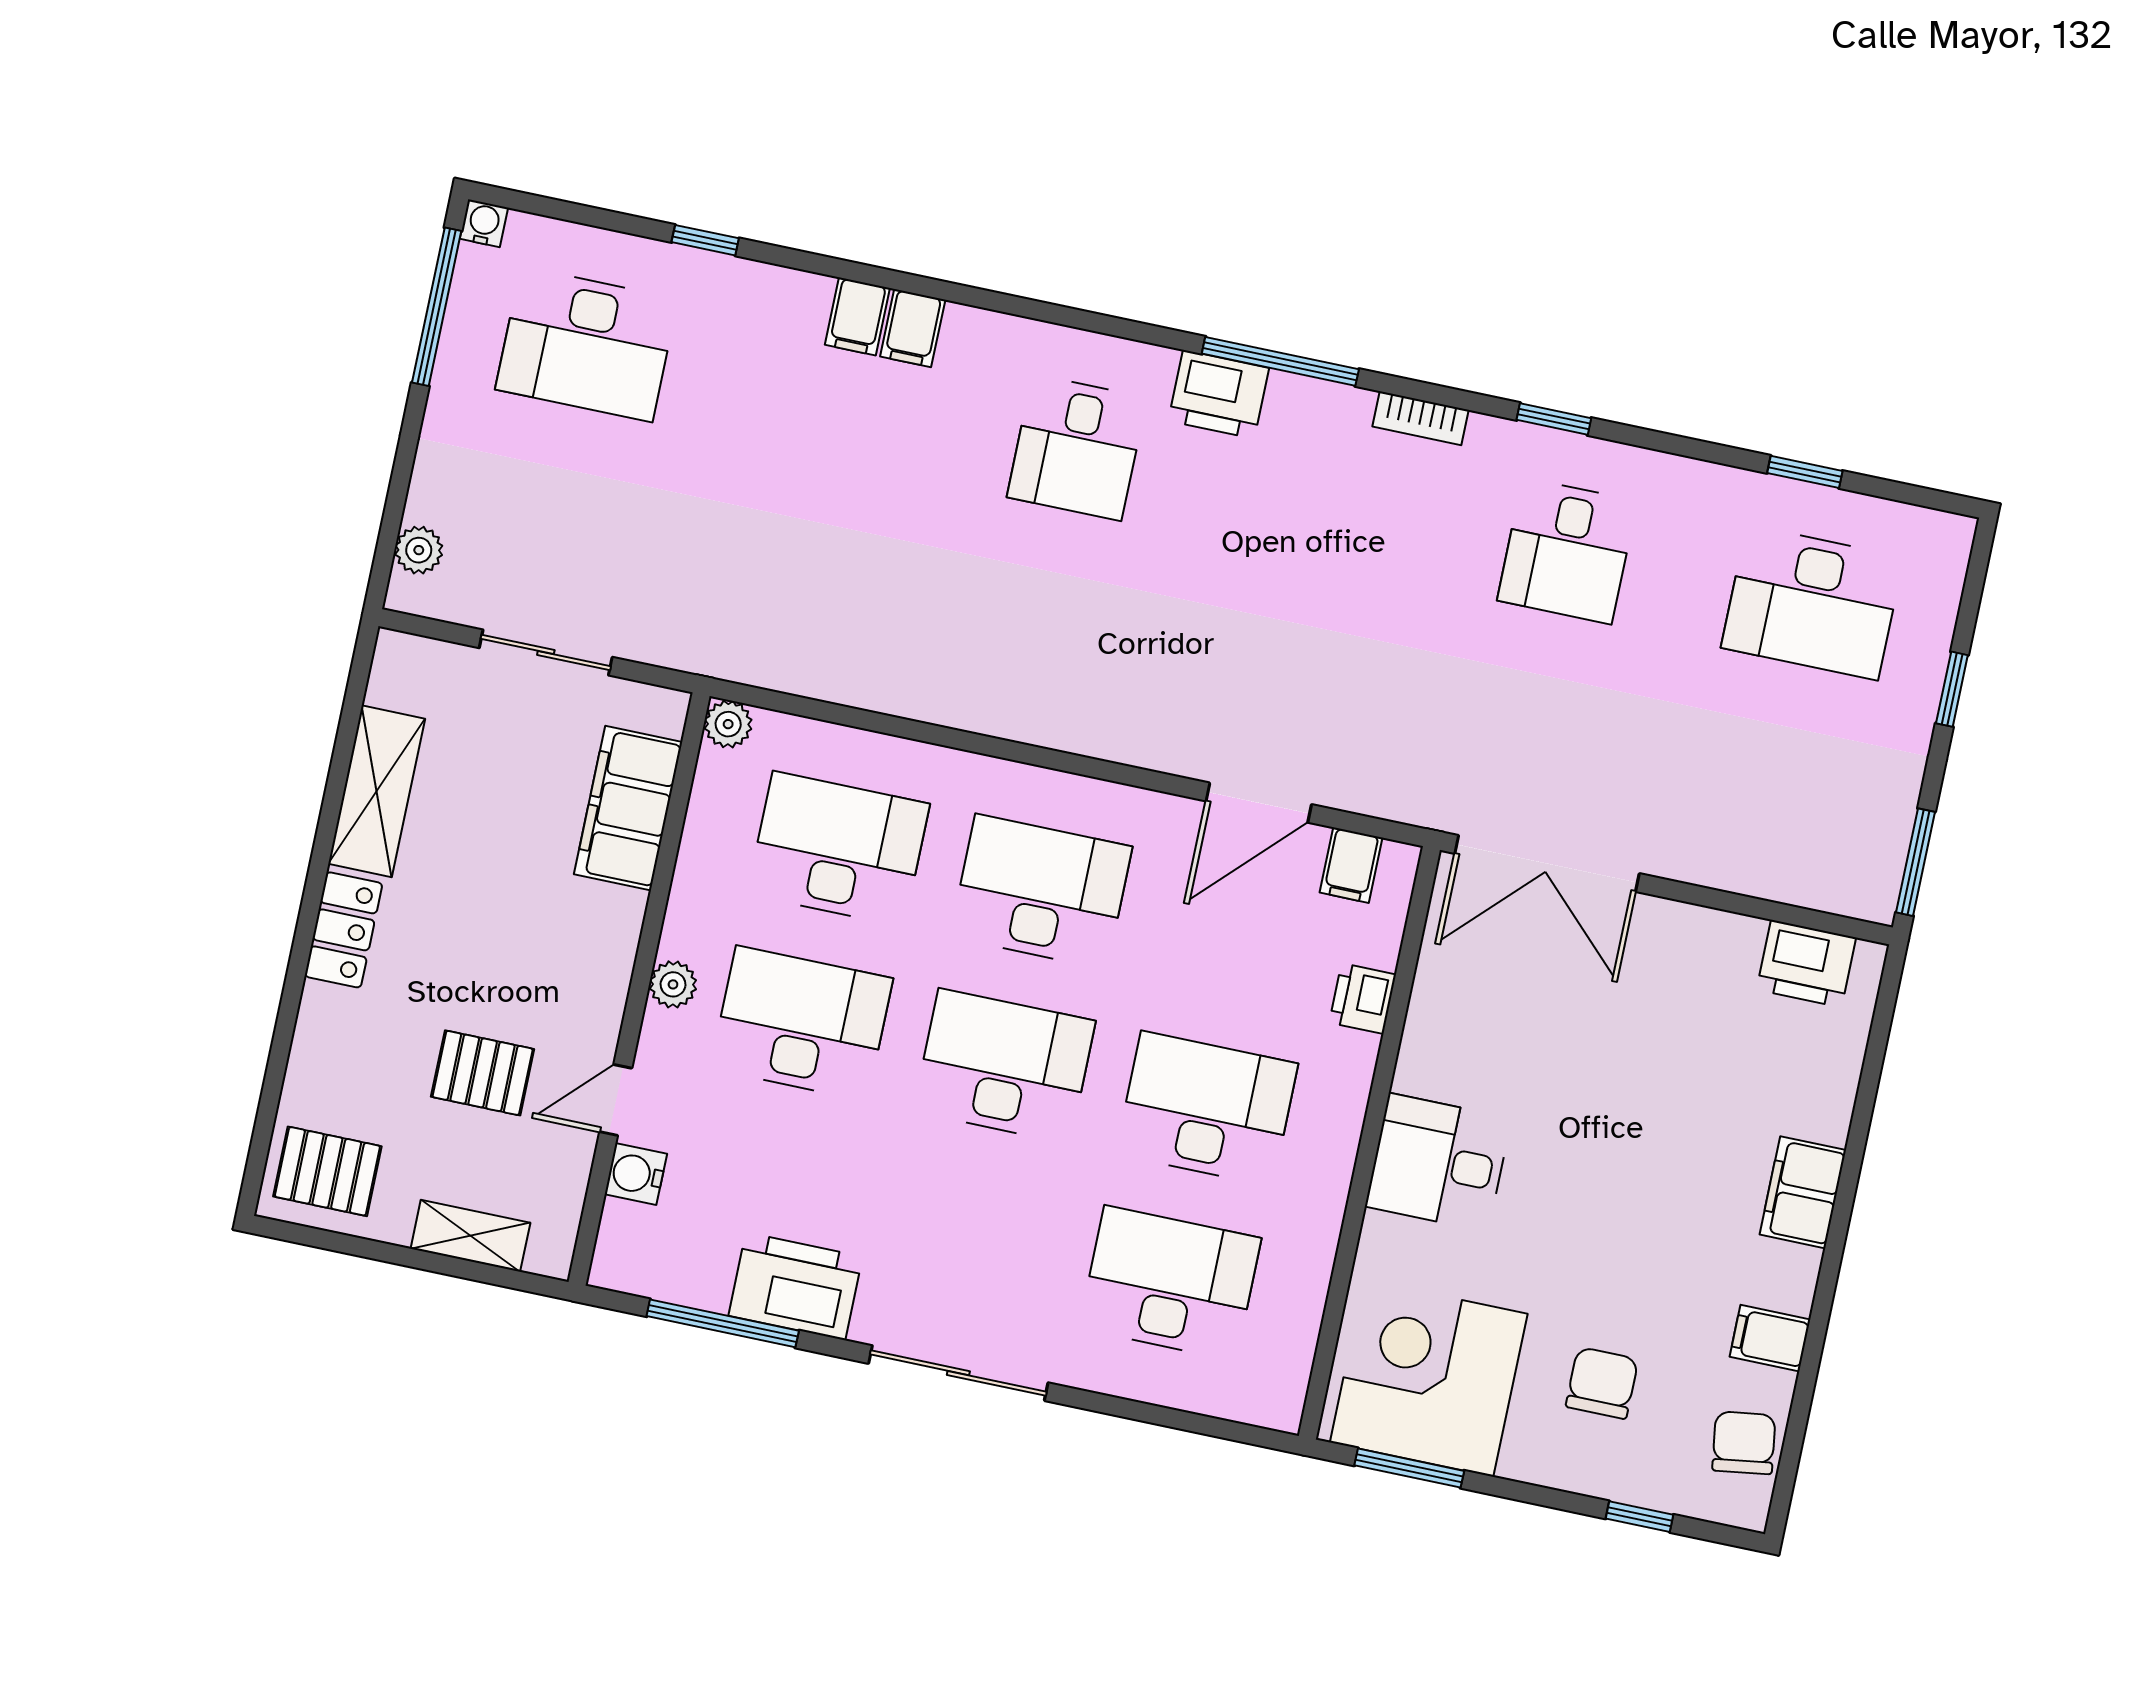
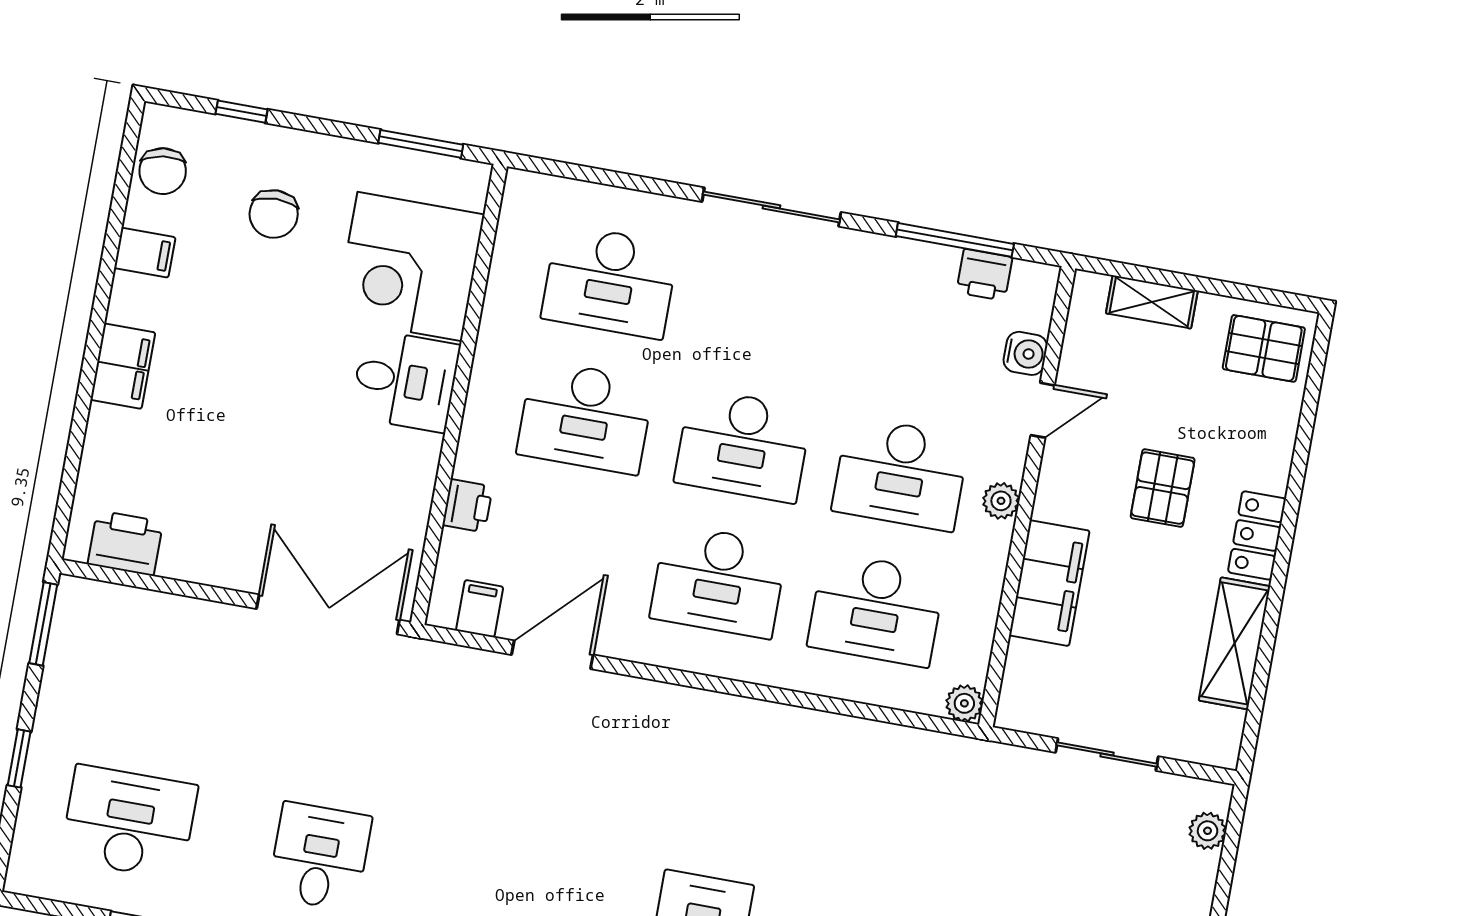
filing cabinet: (628, 808) -> (1049, 583), moved
pallet: (483, 1073) -> (1163, 488), moved, turned 90
printer: (795, 1286) -> (984, 275), moved, width x0.53, depth x0.68
corner desk: (1429, 1378) -> (410, 266), moved, turned 90

